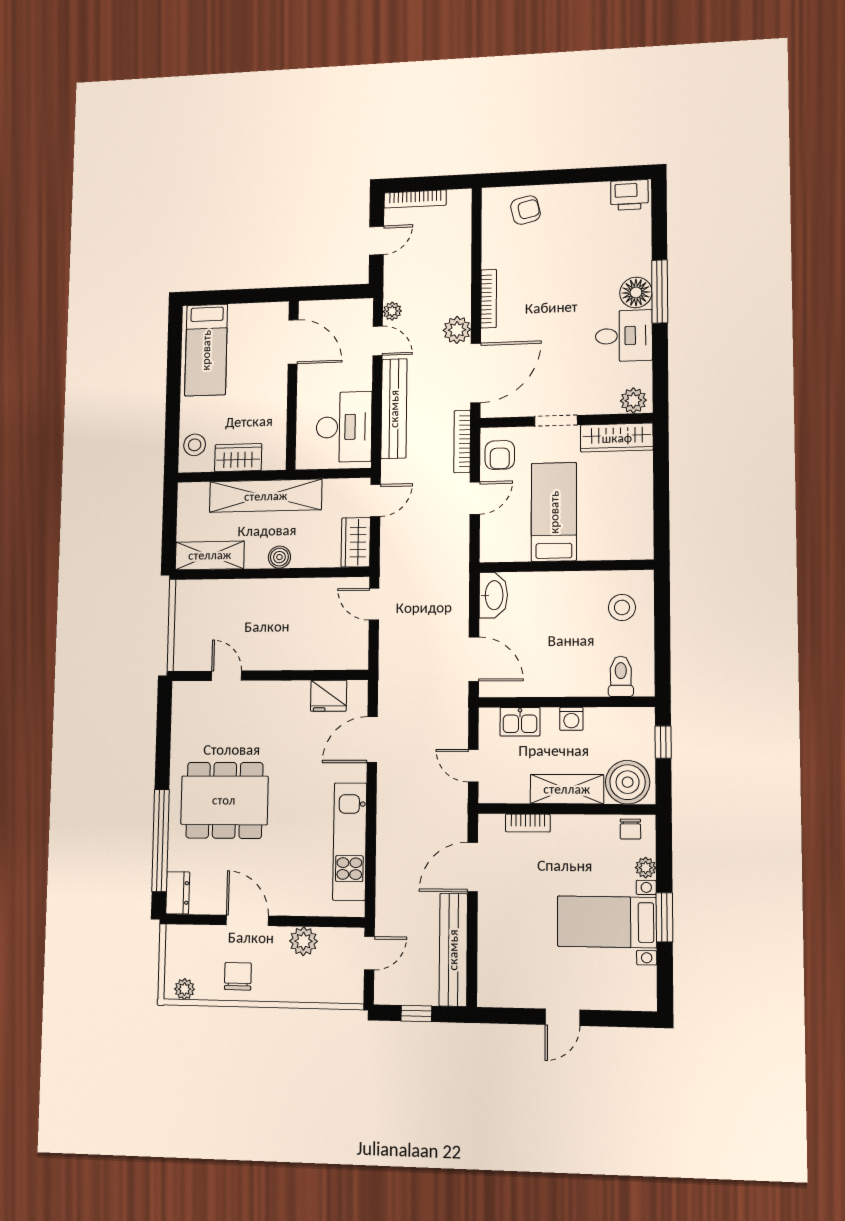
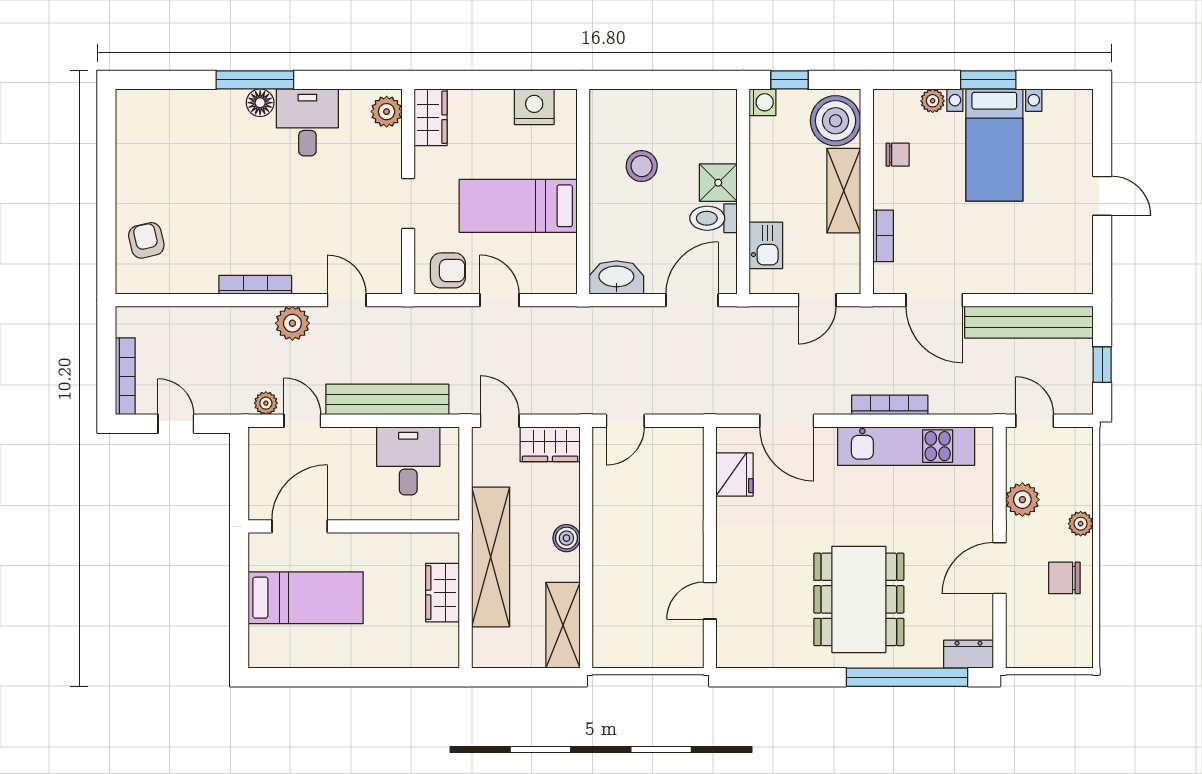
printer: (629, 195) -> (134, 115), removed
floor lamp: (636, 292) -> (260, 103), width x0.73, depth x0.73
door: (378, 341) -> (302, 421), hinge flipped
bed: (206, 350) -> (306, 598), moved
door: (476, 373) -> (347, 300), width x0.53
desk: (344, 427) -> (408, 461), width x0.73
wardrobe: (617, 438) -> (431, 117), width x0.67
bookcase: (462, 441) -> (890, 405), moved, turned 180
stool: (195, 445) -> (425, 648), removed
nightstand: (638, 524) -> (534, 107), added
stool: (622, 607) -> (642, 166), moved
toilet: (621, 676) -> (713, 218), moved
shower: (574, 681) -> (718, 183), added
washing machine: (571, 719) -> (762, 102), moved
chair: (630, 829) -> (898, 155), moved
plant: (185, 989) -> (1081, 524), moved

